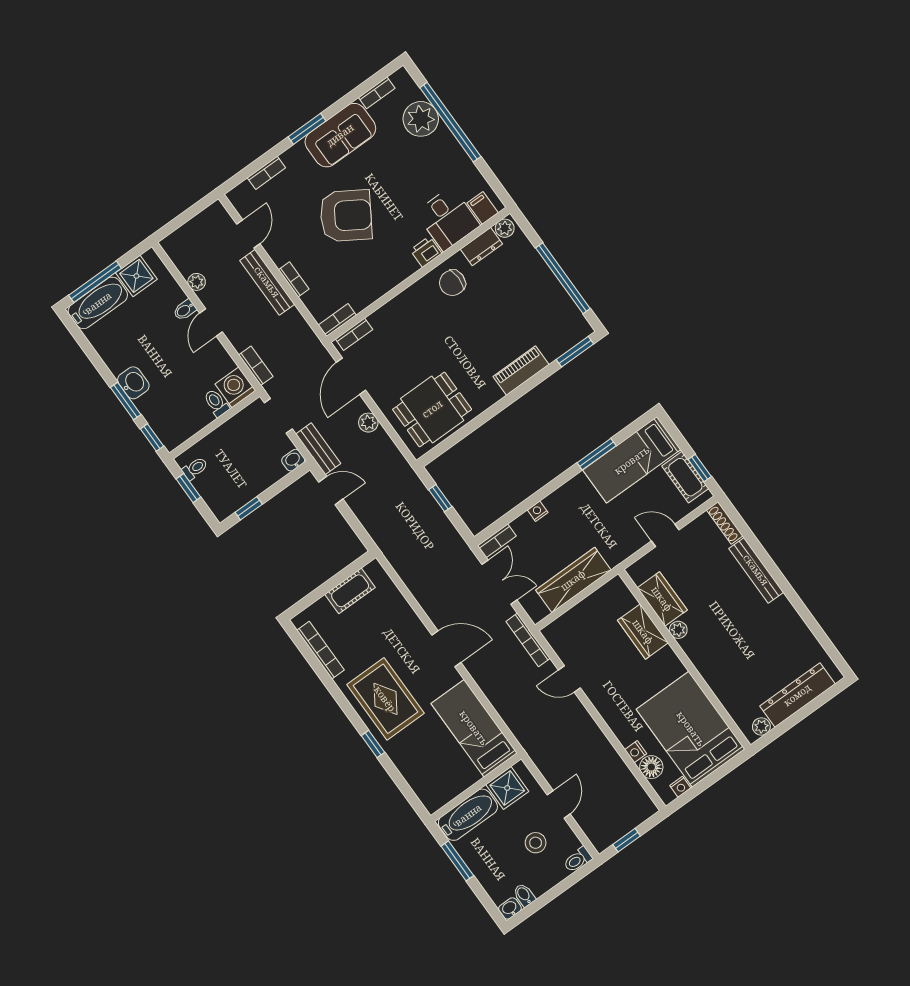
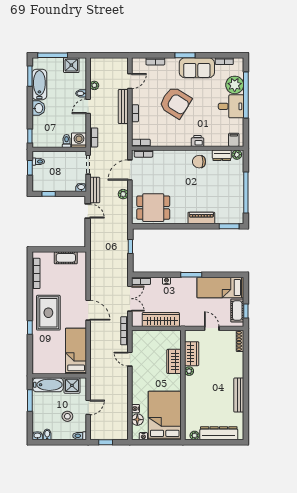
desk: (448, 219) -> (231, 106), moved, turned -90
bathtub: (98, 303) -> (39, 84), moved, turned -90
window: (126, 401) -> (30, 76), moved
window: (597, 454) -> (191, 275), moved
bench: (756, 570) -> (239, 395), moved

